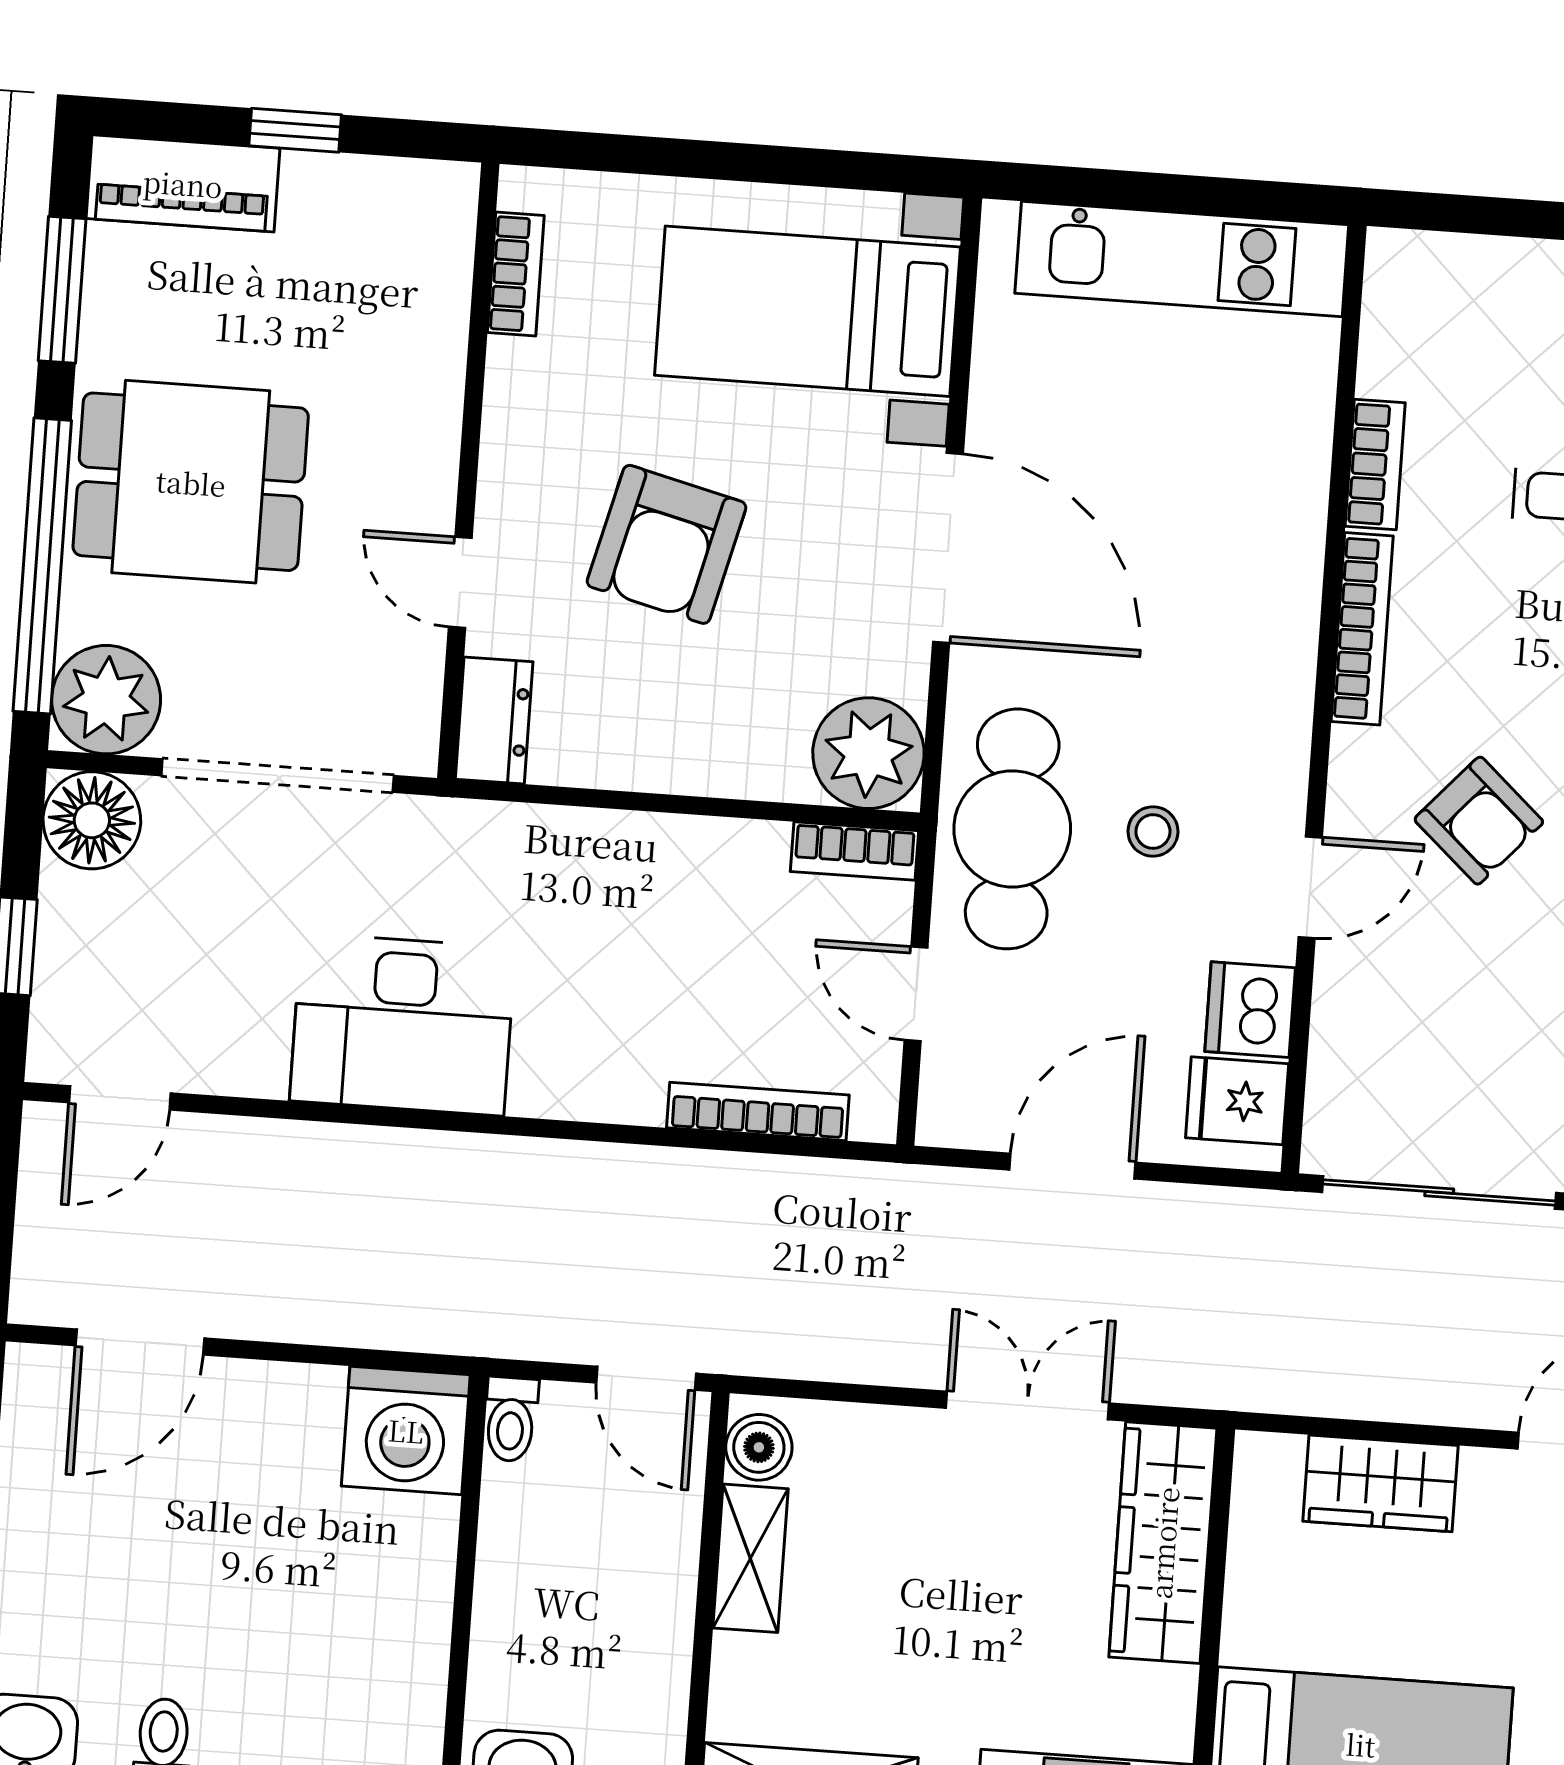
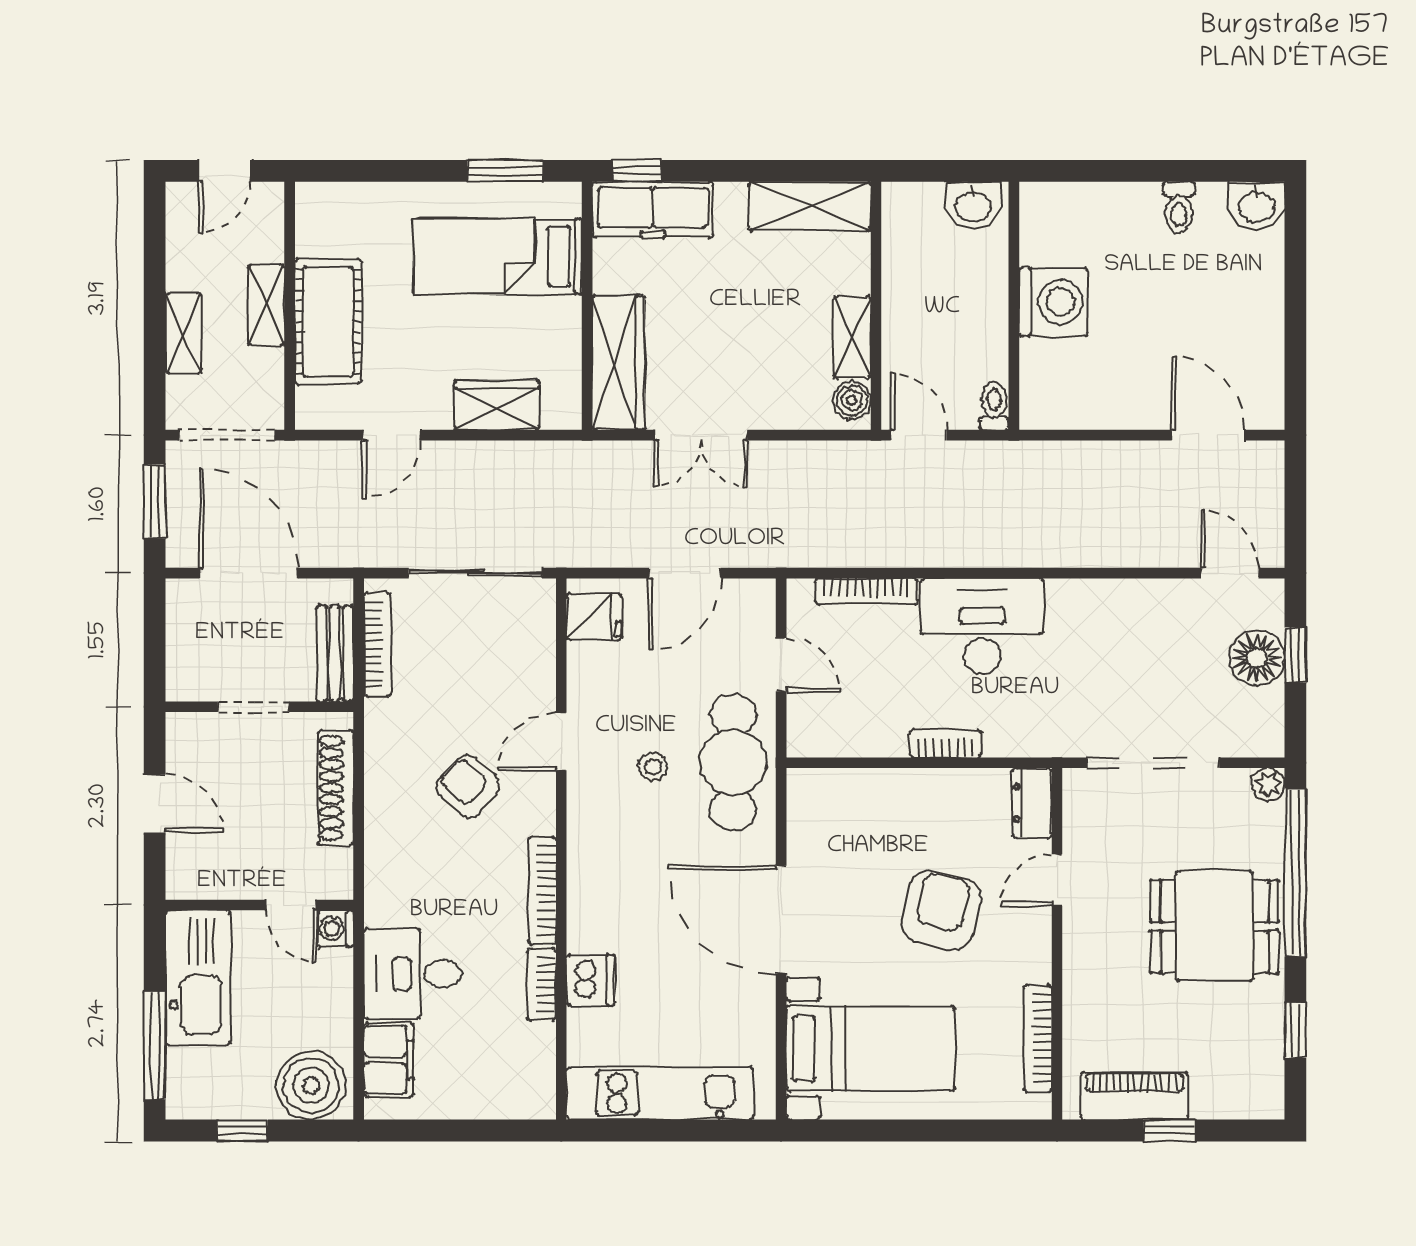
piano: (183, 183) -> (1134, 1096), moved
bookcase: (516, 274) -> (1038, 1038), width x1.56
window: (62, 290) -> (1295, 1030), width x0.67
door: (460, 582) -> (1057, 880), swing flipped
plant: (106, 700) -> (1268, 784), width x0.53, depth x0.53
plant: (868, 753) -> (818, 800), removed
floor lamp: (92, 820) -> (1257, 658), moved
bookcase: (855, 851) -> (945, 743), moved
dishwasher: (1250, 1010) -> (590, 980), moved
desk: (403, 1024) -> (982, 626), moved
door: (120, 1098) -> (1230, 573), hinge flipped
door: (140, 1342) -> (1208, 435), hinge flipped
washing machine: (406, 1430) -> (1053, 302), moved, turned 90

